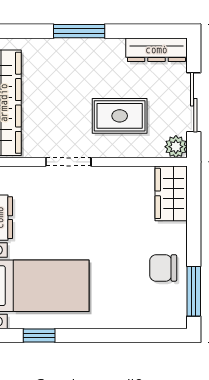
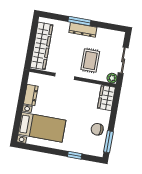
dresser: (156, 50) -> (83, 30), moved
rug: (120, 116) -> (90, 60), turned 90
window: (39, 335) -> (75, 155), moved

